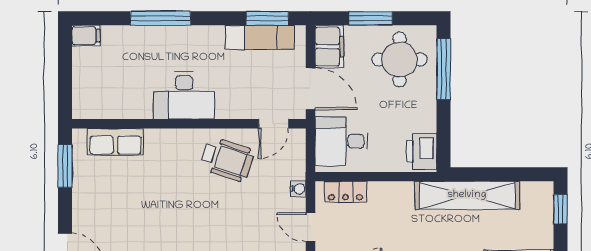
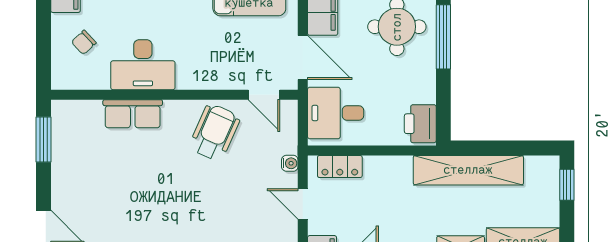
chair: (103, 74) -> (84, 42), added
desk: (184, 95) -> (143, 65), moved
door: (274, 124) -> (264, 95), hinge flipped
row of seats: (115, 142) -> (133, 114), moved
wheelchair: (227, 159) -> (215, 132), turned -84

